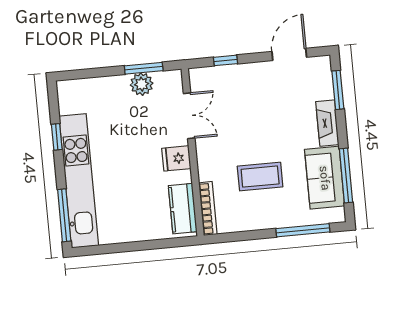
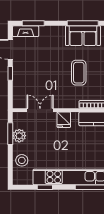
window: (226, 60) -> (10, 73), moved
stool: (99, 93) -> (22, 160), added
fireplace: (327, 123) -> (26, 31), moved

